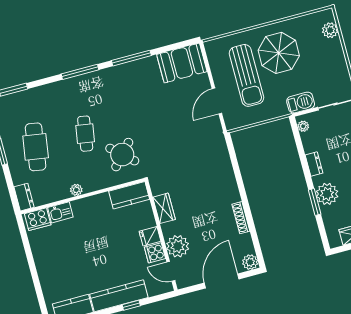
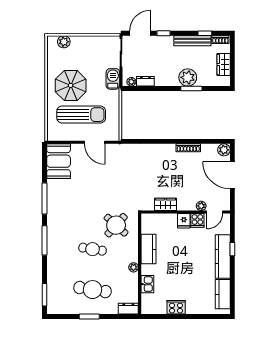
dresser: (314, 164) -> (145, 81), moved
kitchen counter: (129, 195) -> (148, 249), moved
cooker: (38, 219) -> (176, 307), moved, turned -90
plant: (178, 246) -> (201, 206), width x0.53, depth x0.53

